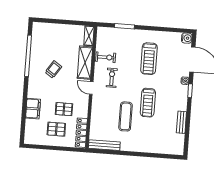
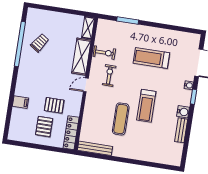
water cooler: (187, 38) -> (183, 112), moved
treadmill: (149, 59) -> (151, 58), turned 90
trolley: (53, 69) -> (40, 43), moved
door: (91, 88) -> (86, 85), hinge flipped
filing cabinet: (33, 109) -> (21, 102), width x0.50
pallet: (56, 129) -> (44, 127), turned 90

